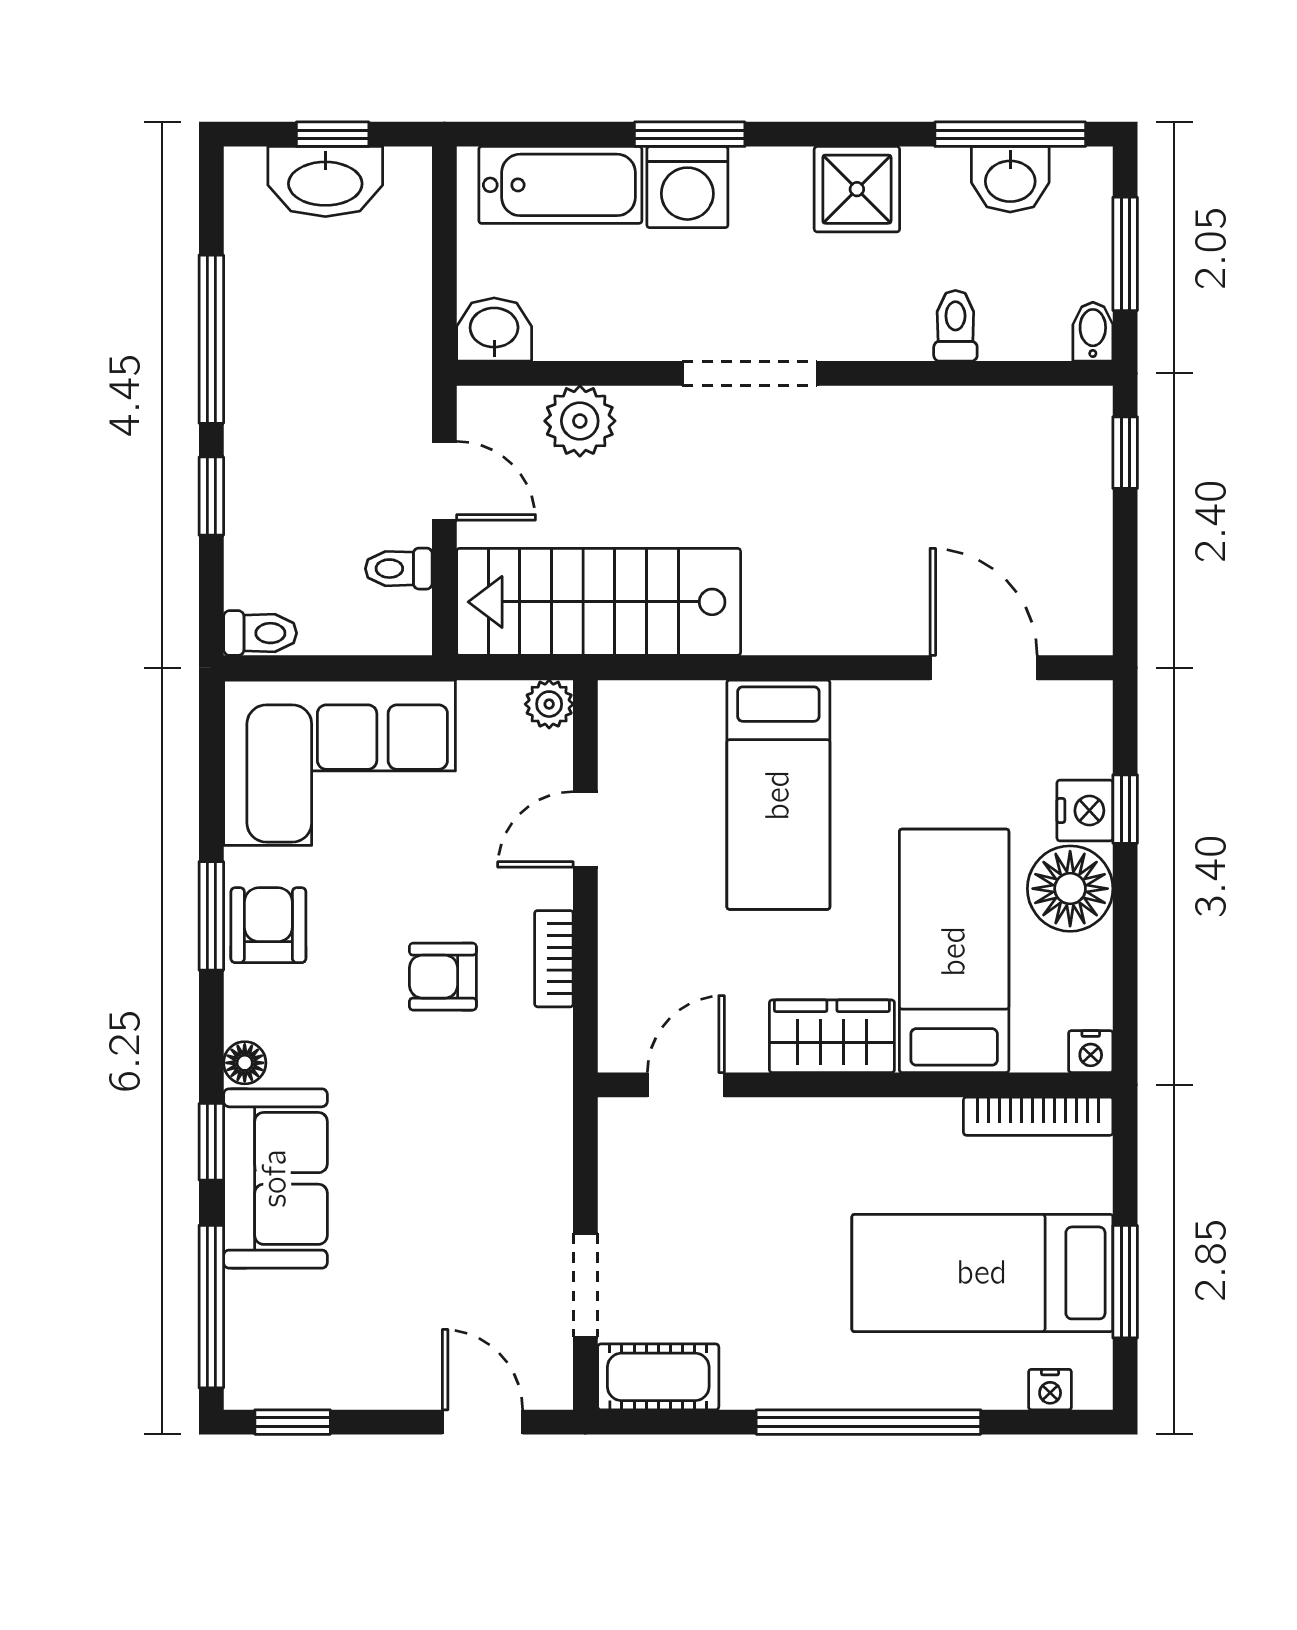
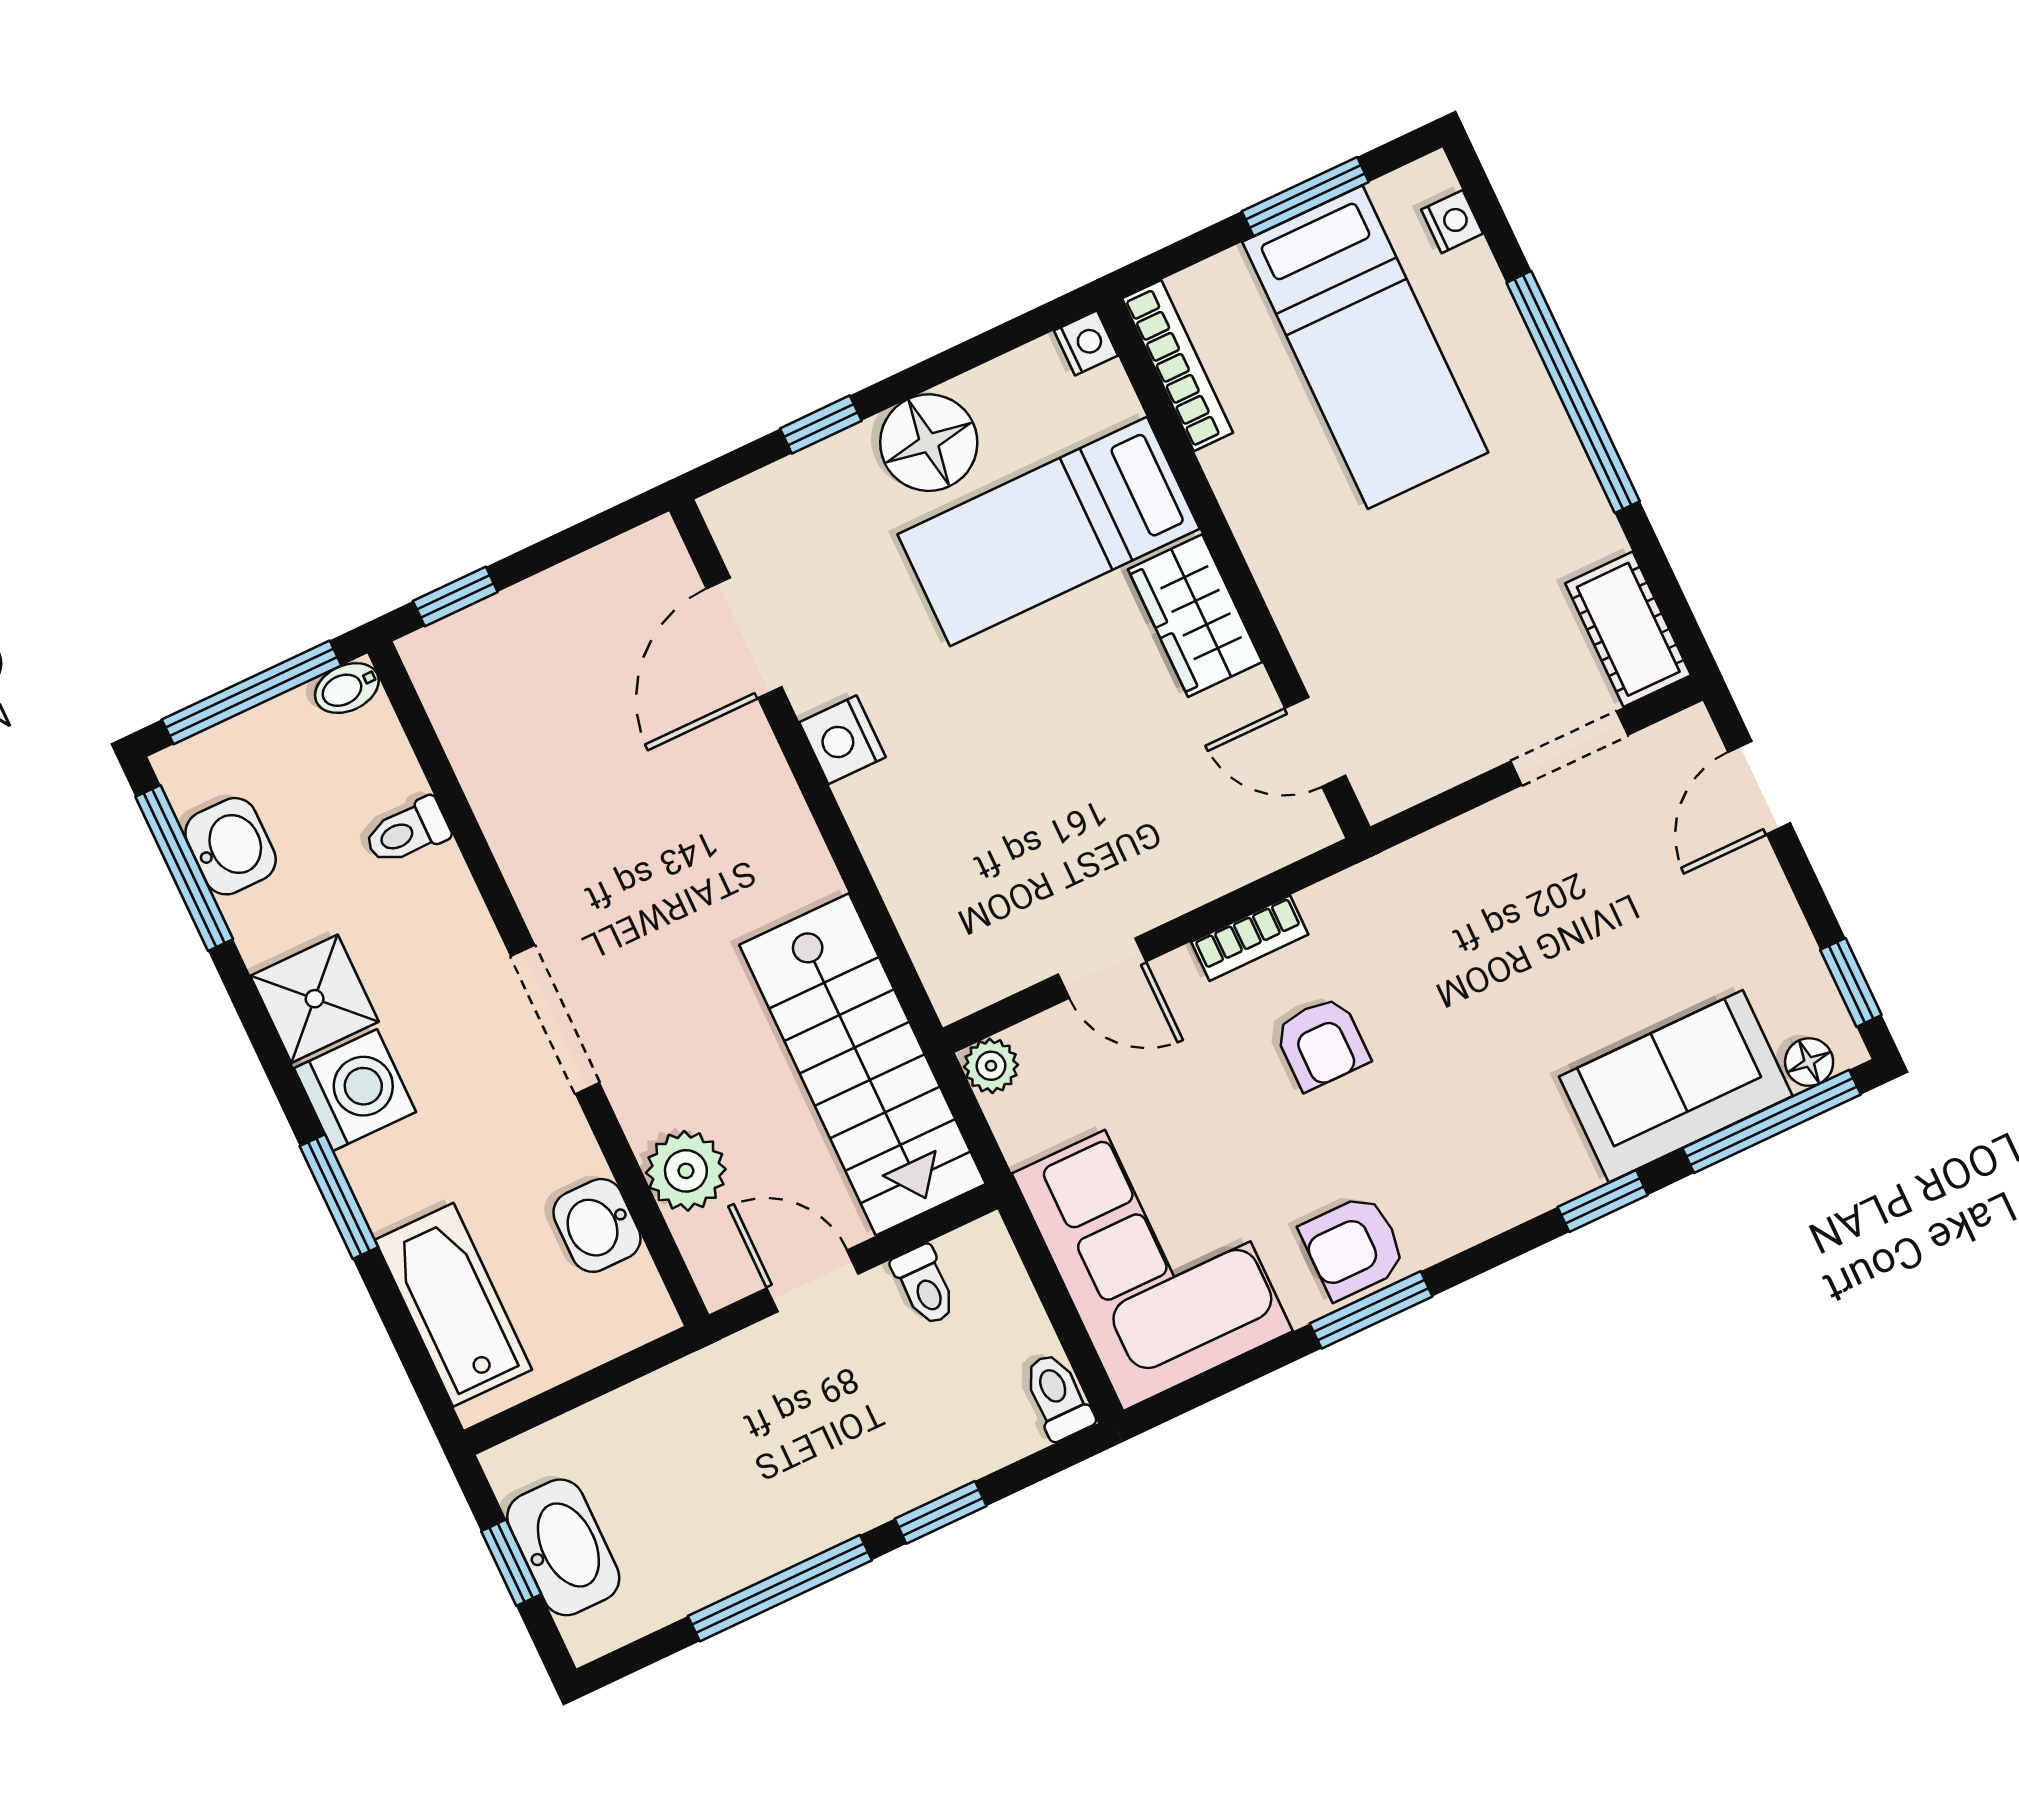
washing machine: (687, 187) -> (355, 1090), moved
window: (1125, 254) -> (252, 692), width x1.44
washbasin: (494, 329) -> (597, 1225), moved
door: (444, 481) -> (813, 1281), hinge flipped
bed: (778, 795) -> (973, 787), removed
nightstand: (1085, 811) -> (842, 740), moved, turned -90
floor lamp: (245, 1063) -> (1809, 1062), moved
sofa: (275, 1178) -> (1676, 1086), moved

